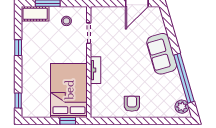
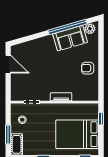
sofa: (162, 54) -> (70, 38), moved
bed: (69, 90) -> (77, 134), moved

